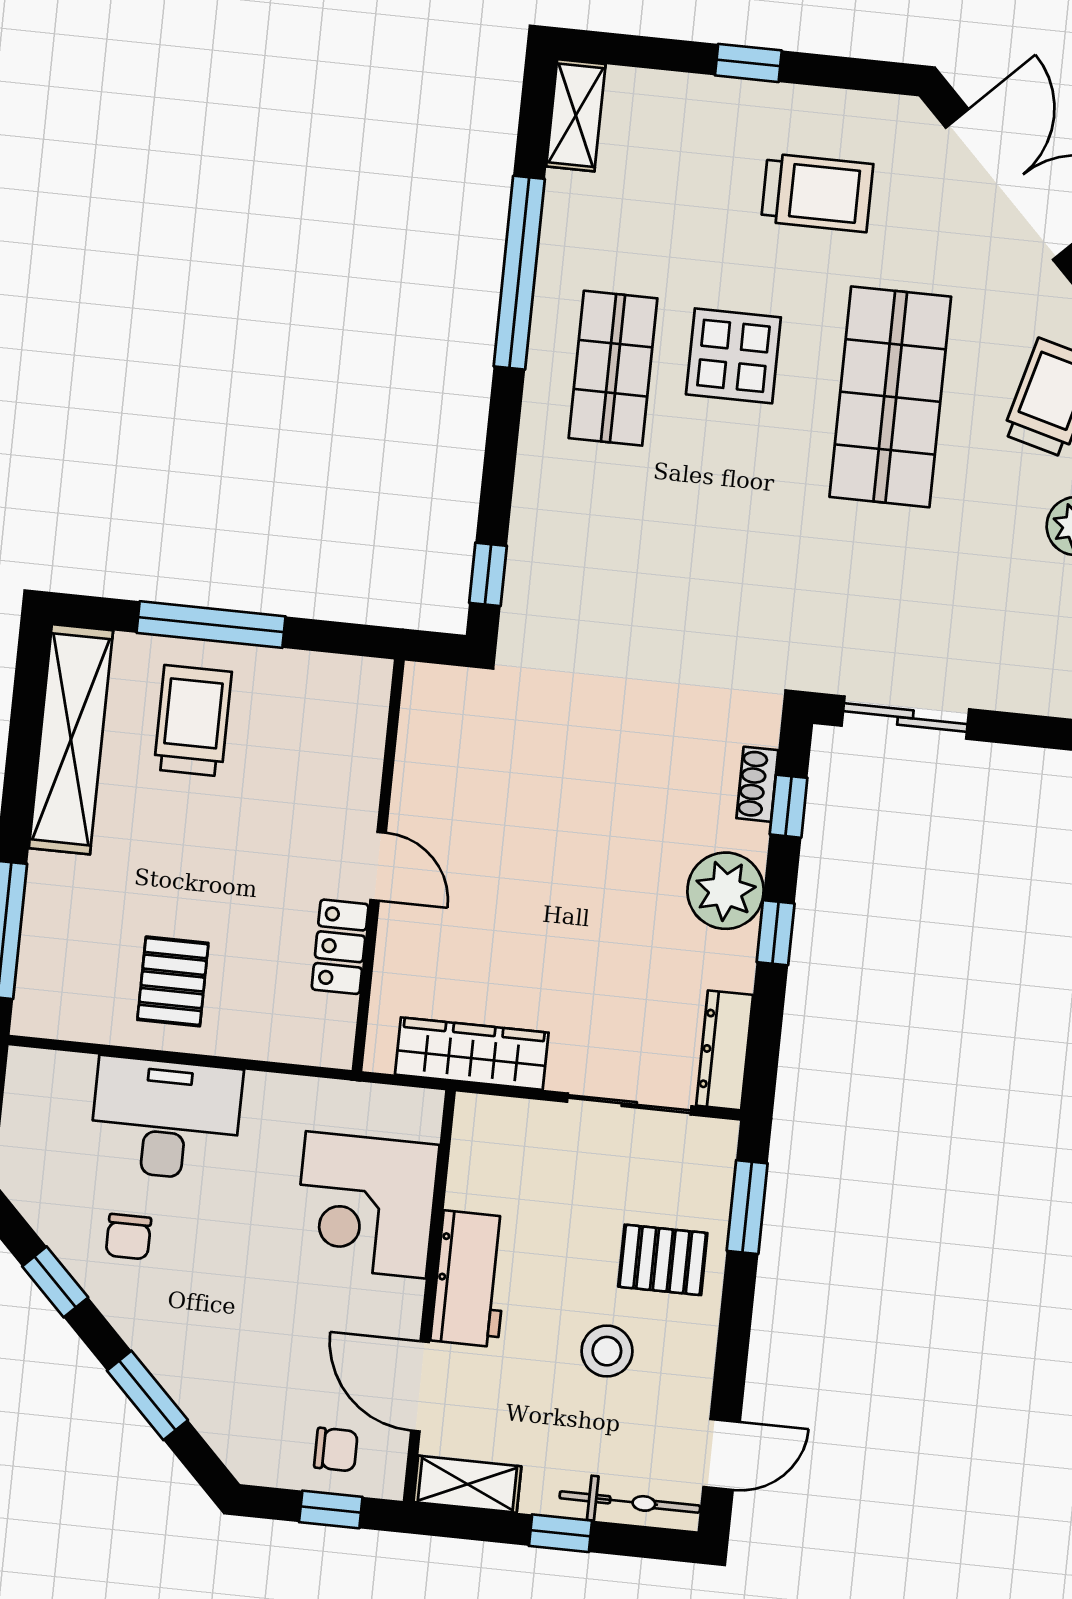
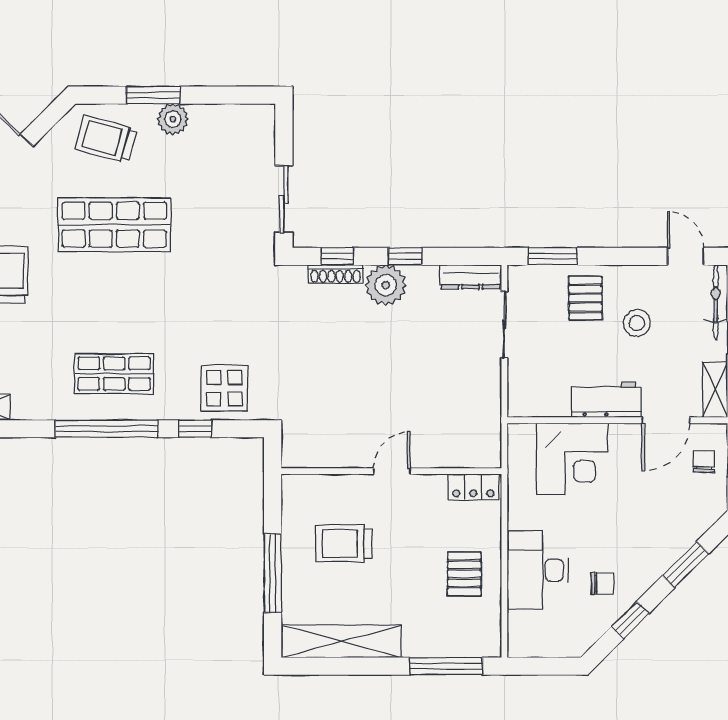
window: (519, 273) -> (107, 429), moved
display table: (733, 356) -> (224, 388), moved
window: (488, 574) -> (195, 429), moved
trolley: (193, 721) -> (344, 544), moved
shoe rack: (757, 784) -> (336, 274), width x1.43
locker: (340, 947) -> (473, 487), moved
pallet: (173, 981) -> (464, 574), turned 90
wardrobe: (472, 1054) -> (486, 411), removed

